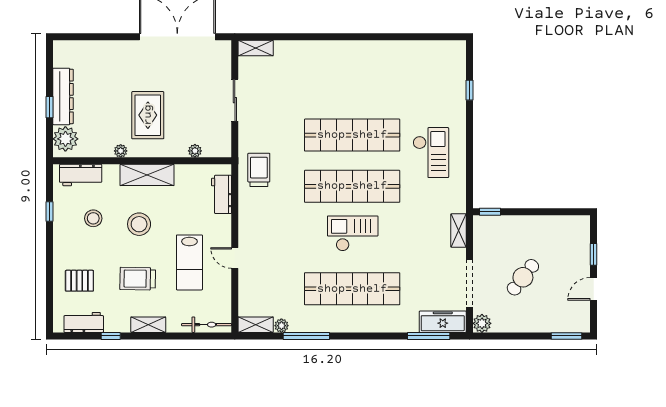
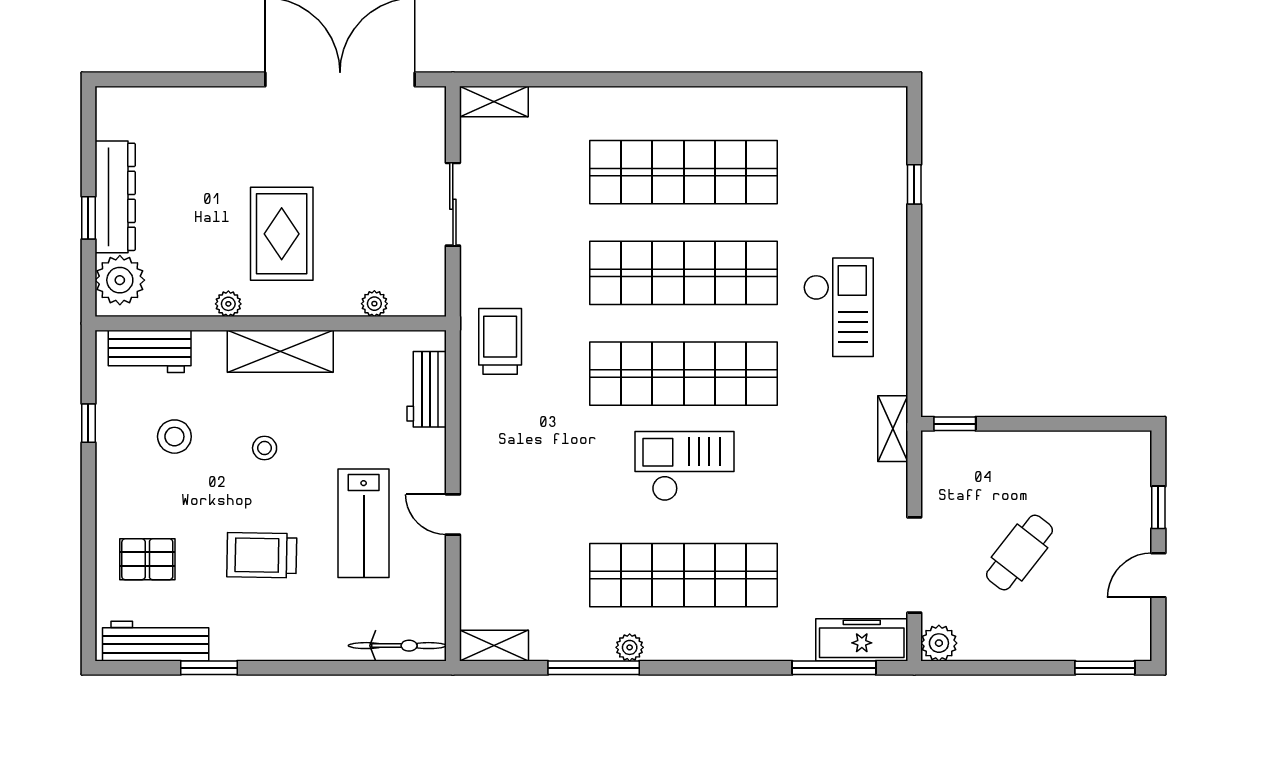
shop shelf: (352, 84) -> (684, 172), added
stool: (139, 224) -> (265, 448), width x0.53, depth x0.53
shelving: (458, 230) -> (893, 429), moved
workbench: (84, 322) -> (156, 641), width x1.38
shelving: (148, 325) -> (283, 646), removed
plant: (281, 326) -> (630, 647), moved
window: (111, 336) -> (209, 668), width x1.50

